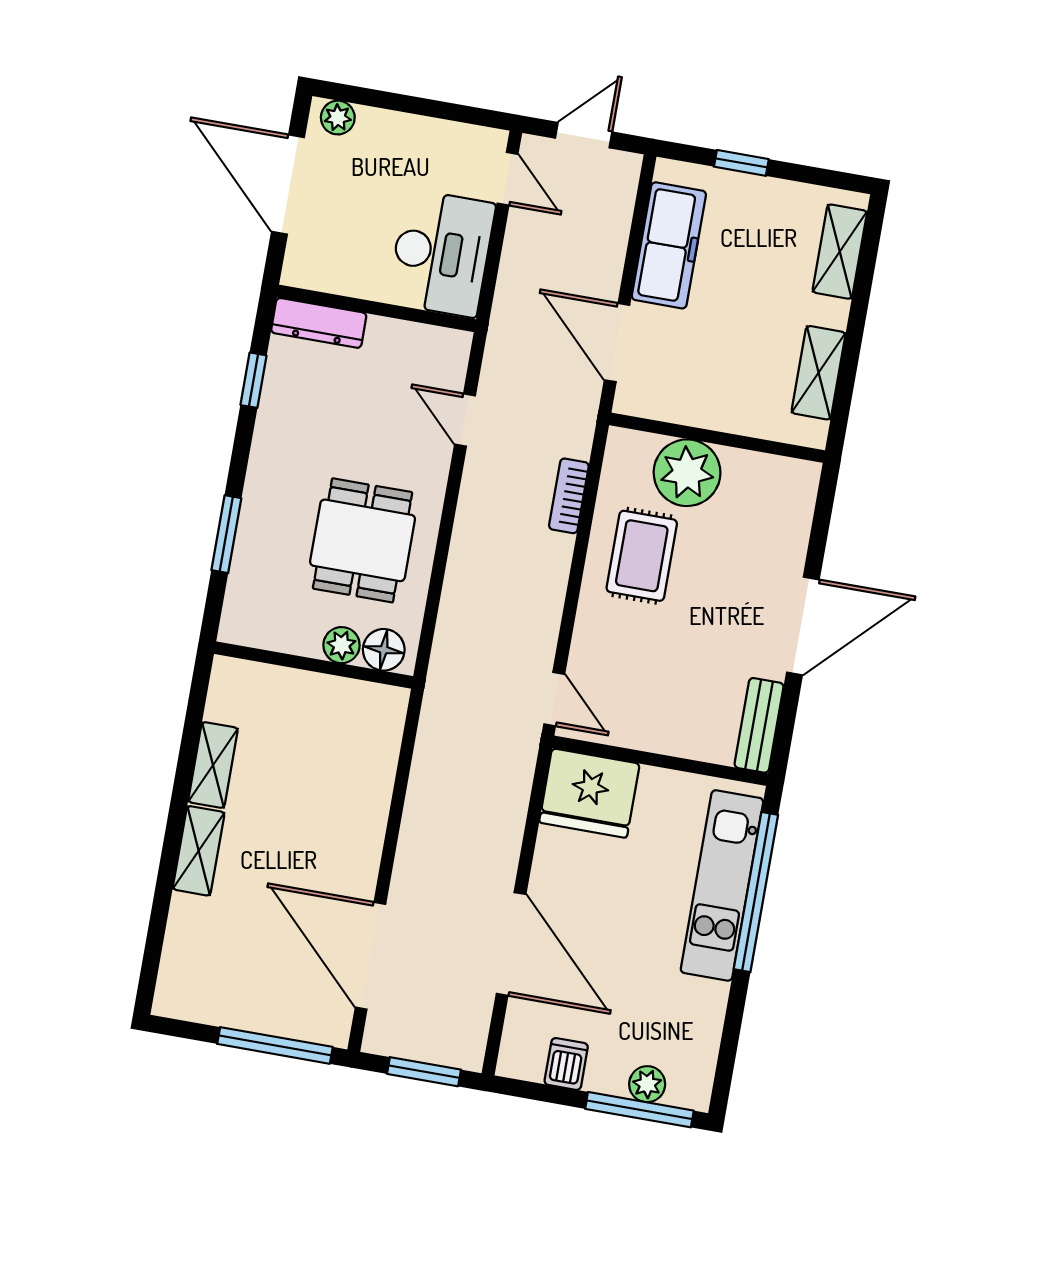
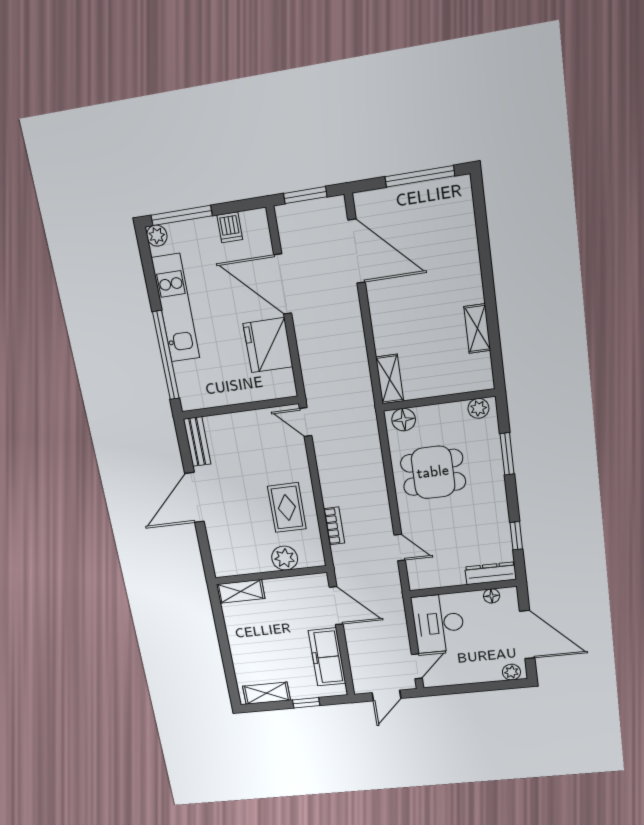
door: (508, 179) -> (417, 666), swing flipped
shelving: (840, 252) -> (267, 693), moved, turned 90
floor lamp: (330, 279) -> (492, 596), added
shelving: (819, 373) -> (241, 591), moved, turned 90
plant: (687, 473) -> (285, 558), width x0.73, depth x0.73
dining table: (363, 540) -> (433, 472), turned 90
plant: (342, 645) -> (478, 408), moved
fridge: (589, 793) -> (268, 345), moved, turned -90
shelving: (199, 851) -> (390, 379), moved
kitchen unit: (722, 885) -> (176, 308), moved
window: (275, 1045) -> (420, 176), moved
plant: (647, 1084) -> (157, 236), moved

